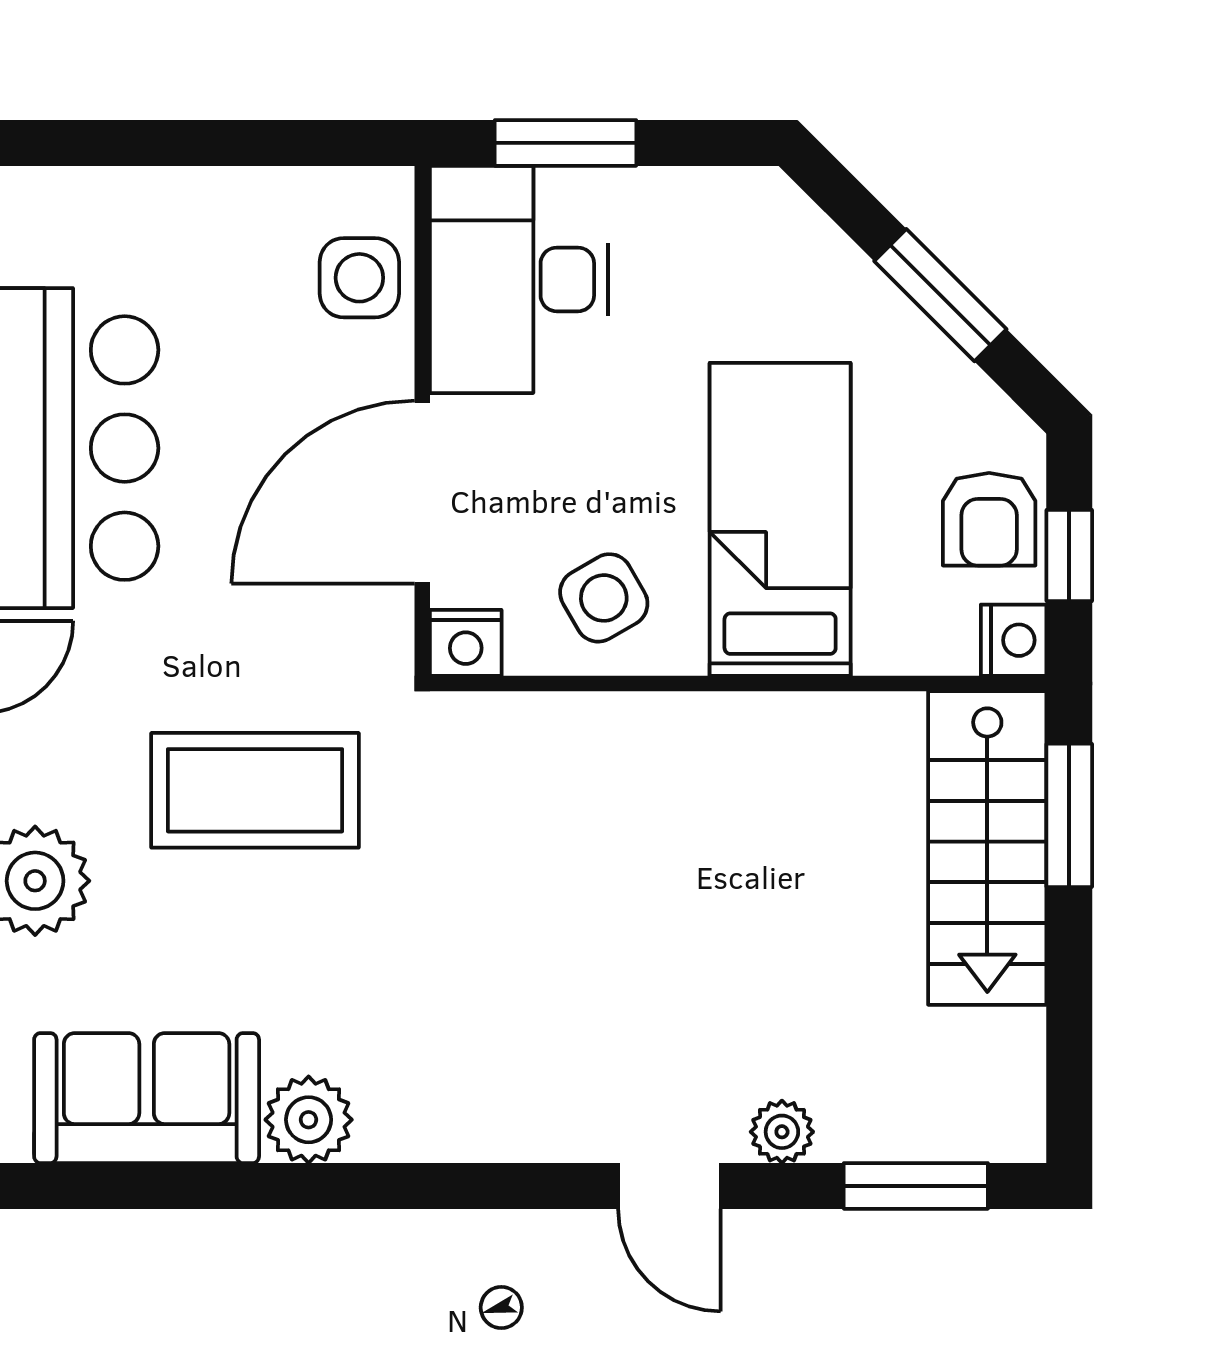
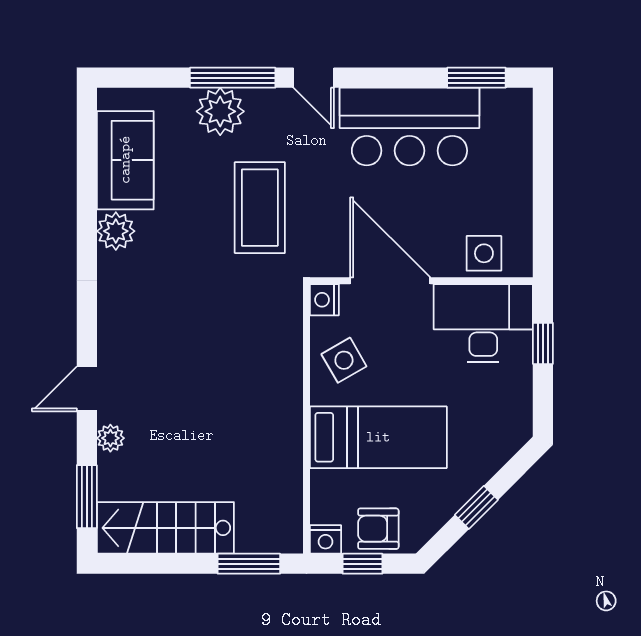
window: (565, 143) -> (543, 343), width x0.67
window: (940, 295) -> (476, 507), width x0.67
stairs: (987, 848) -> (165, 528), moved

